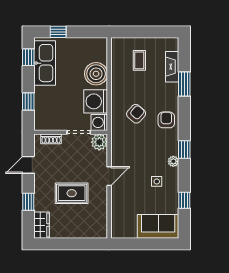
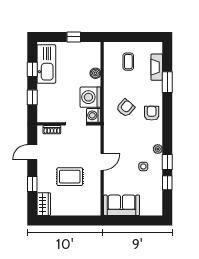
window: (58, 32) -> (74, 37), moved
window: (28, 57) -> (32, 69), moved
boiler: (96, 74) -> (95, 73), width x0.54, depth x0.54
plant: (99, 142) -> (94, 132), removed
window: (184, 150) -> (167, 162), moved
sofa: (158, 226) -> (121, 205), moved

